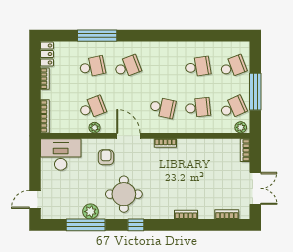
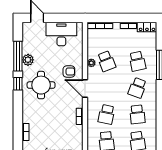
school desk: (127, 67) -> (137, 88), turned 42
school desk: (163, 67) -> (137, 114), added
door: (128, 136) -> (85, 88), swing flipped
desk: (61, 155) -> (61, 34), moved, turned -90
window: (136, 225) -> (18, 84), moved

